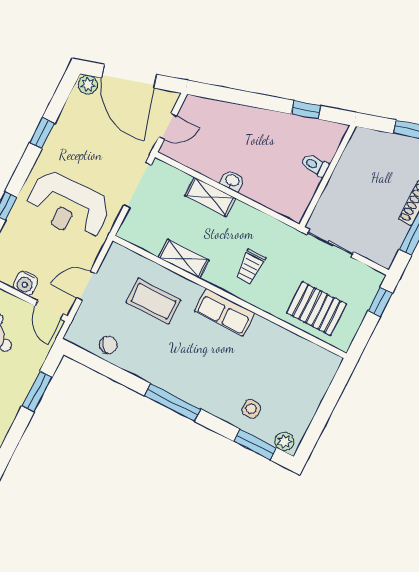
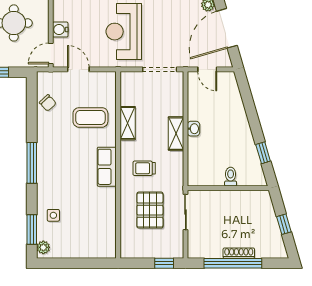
shelving: (210, 197) -> (176, 134), moved
coffee table: (153, 301) -> (90, 117), turned 90
pallet: (317, 309) -> (150, 210), moved

